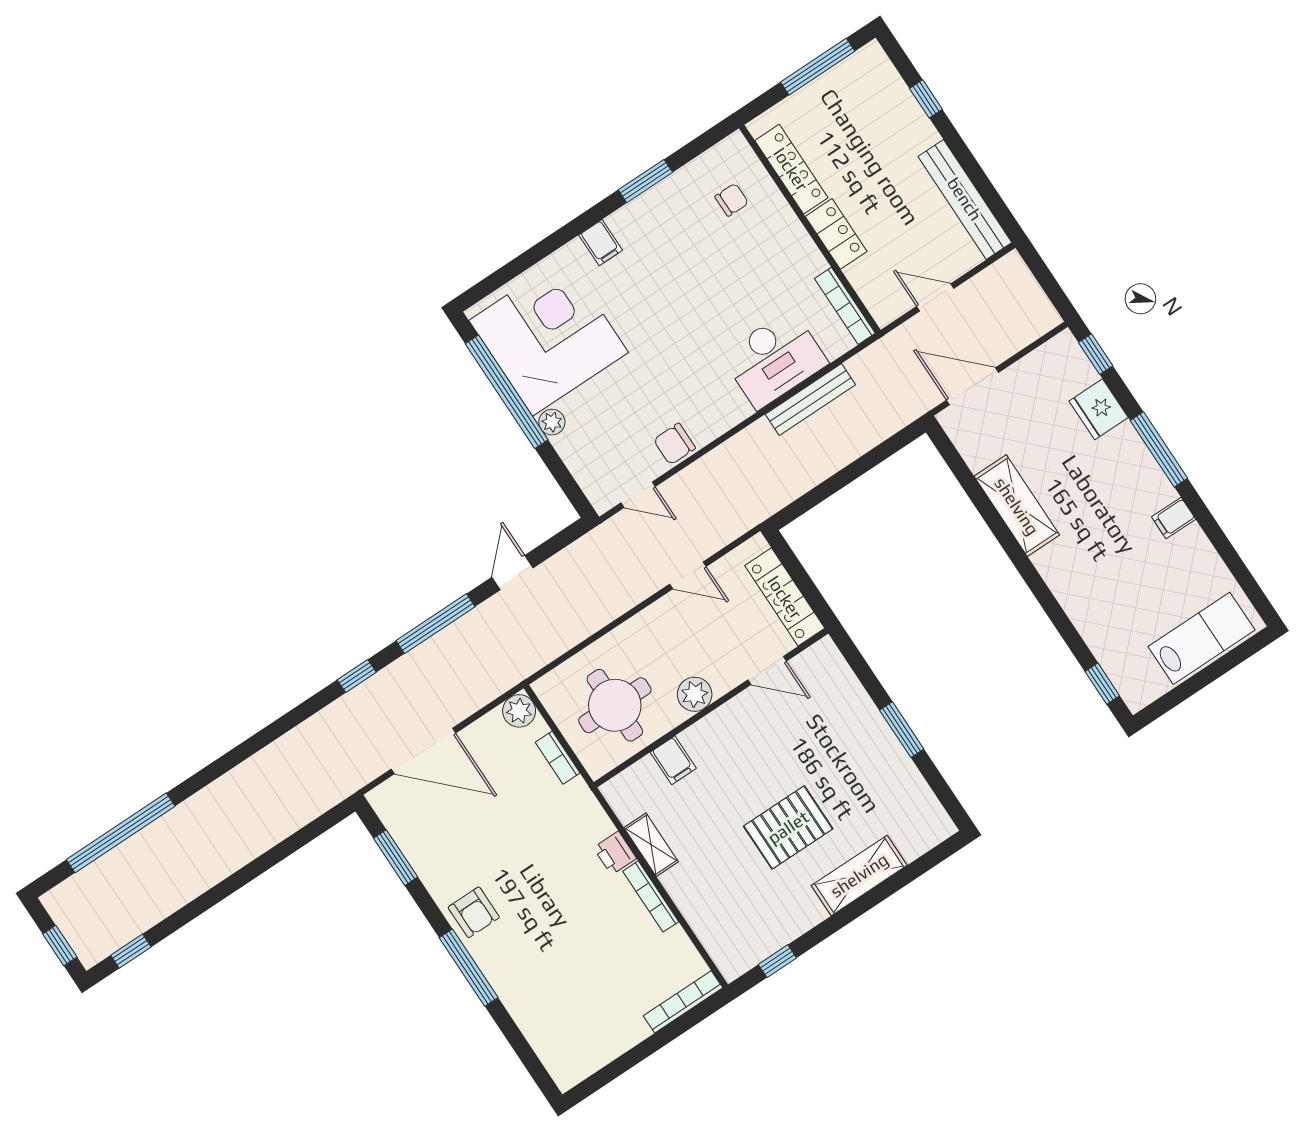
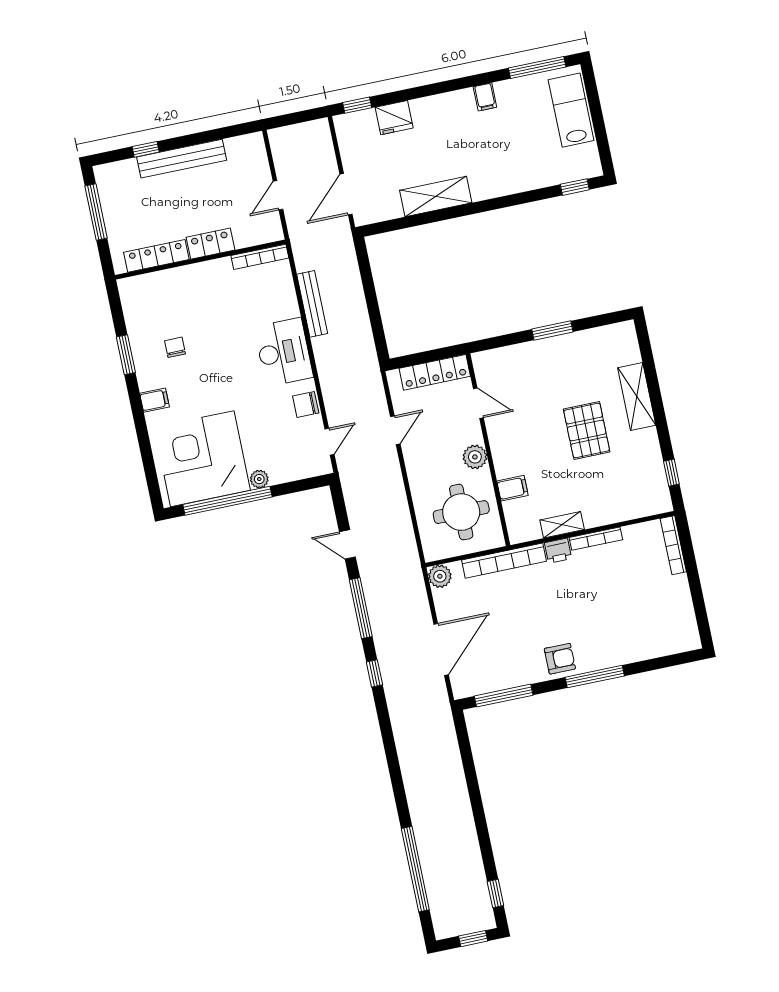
bench: (965, 199) -> (182, 159), moved
chair: (732, 200) -> (175, 347), moved
desk: (774, 359) -> (284, 352), moved
chair: (674, 444) -> (306, 404), turned 90
window: (1159, 449) -> (537, 68), moved
door: (767, 671) -> (478, 403), hinge flipped
bookcase: (558, 758) -> (504, 561), width x2.31, depth x1.31
window: (396, 858) -> (504, 696), width x1.44

